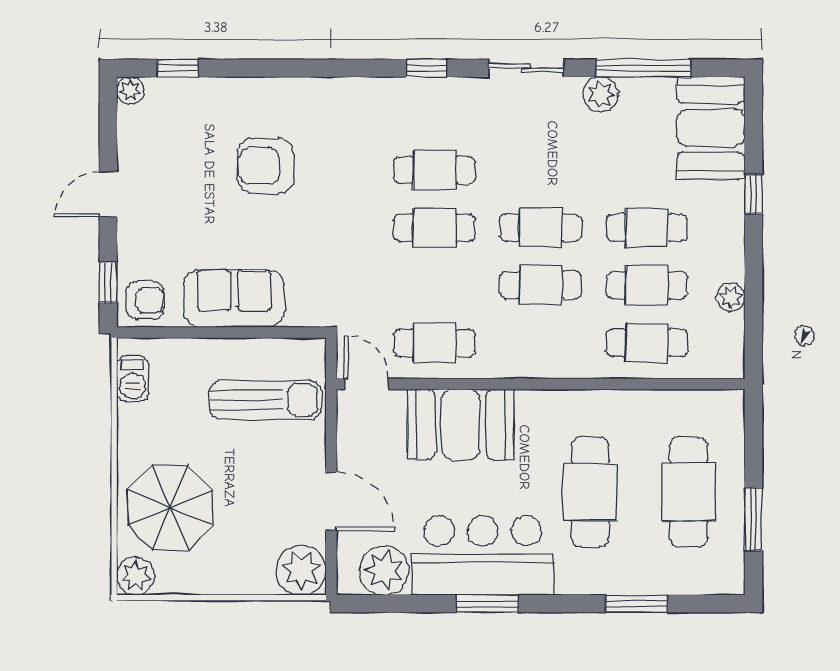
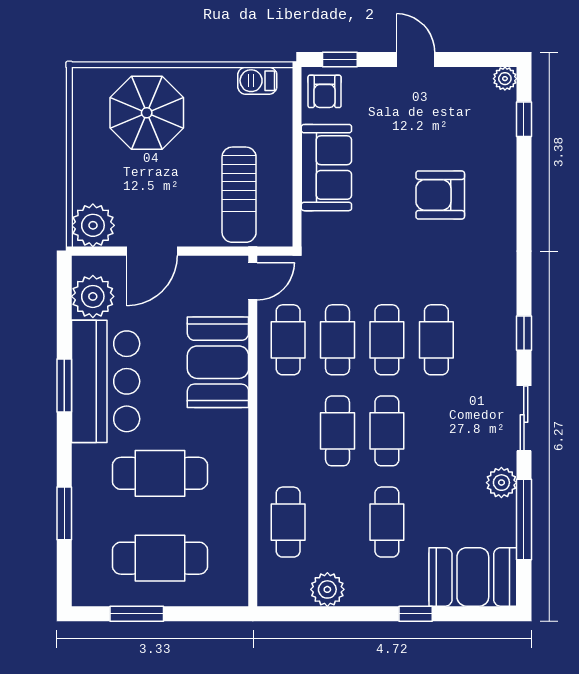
armchair: (266, 166) -> (440, 195), turned -90
cafe table: (647, 285) -> (338, 340), moved
plant: (731, 297) -> (327, 589), width x1.38, depth x1.38
plant: (136, 576) -> (88, 83), removed

